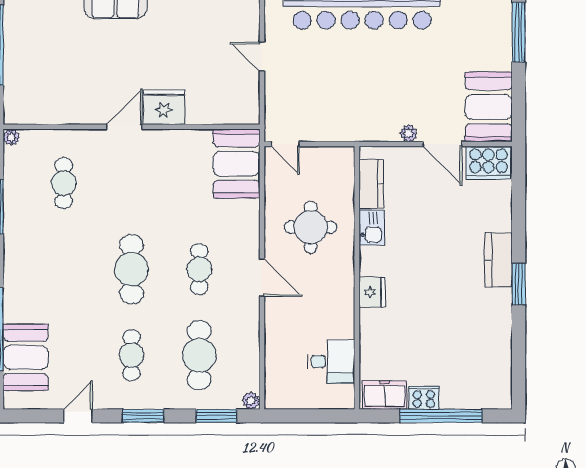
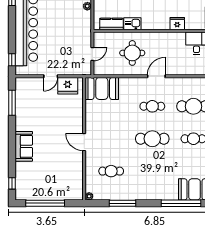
fridge: (164, 107) -> (68, 86), moved, turned -90
door: (285, 144) -> (92, 54), moved
fridge: (372, 292) -> (177, 24), moved

